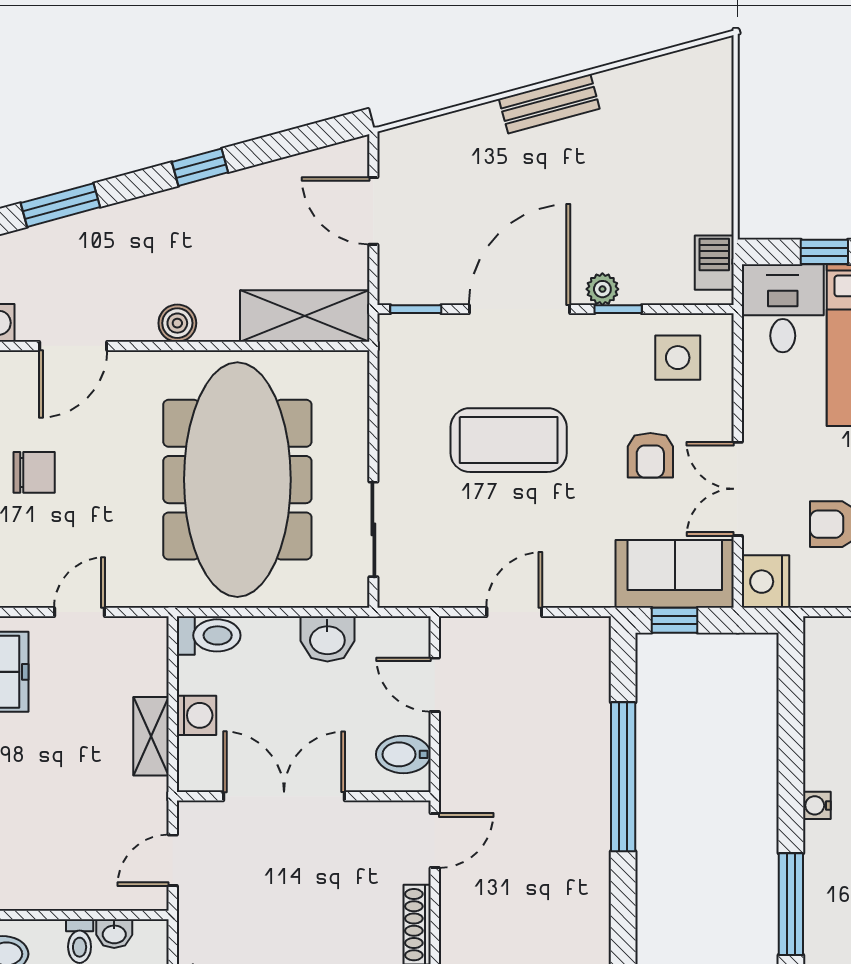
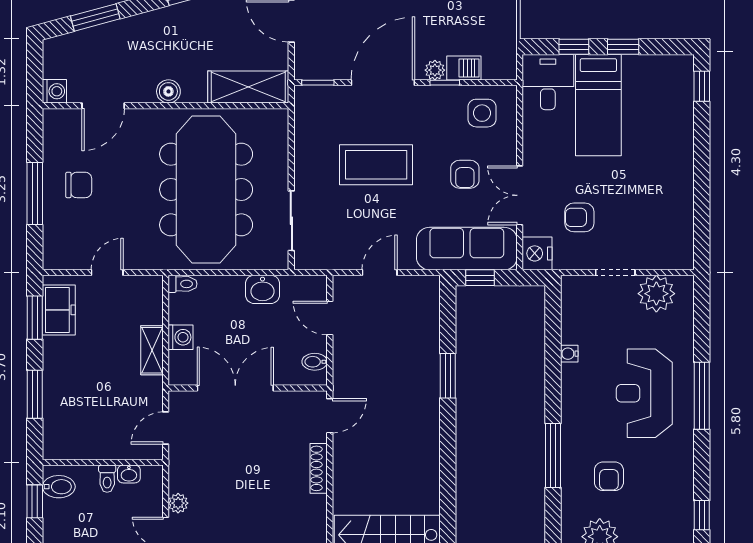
barbecue: (714, 263) -> (464, 68), moved, turned 90
sofa: (675, 574) -> (467, 249), width x1.36
toilet: (209, 635) -> (183, 284), width x0.73, depth x0.72
bidet: (403, 754) -> (315, 362), width x0.72, depth x0.74
window: (623, 777) -> (448, 376), width x0.47
water cooler: (817, 805) -> (569, 354), moved

